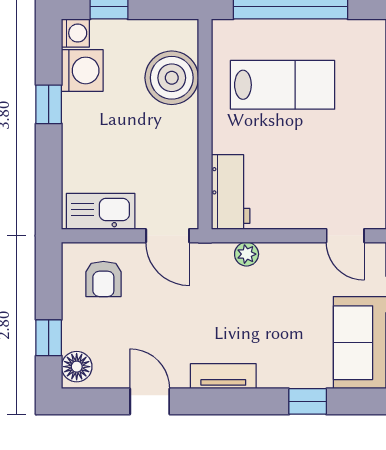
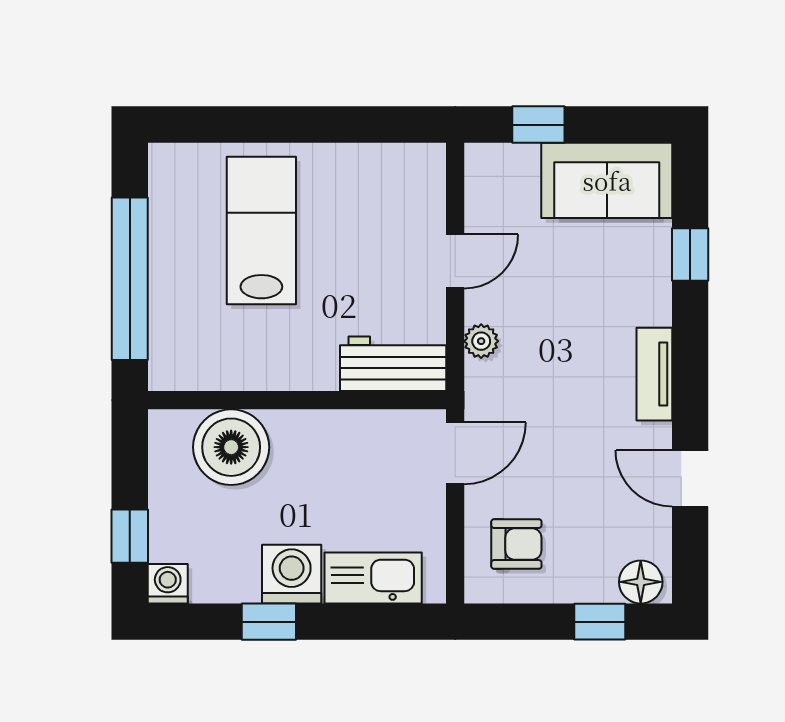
washing machine: (82, 70) -> (292, 574), moved
lab bench: (283, 85) -> (261, 231), moved
kitchen sink: (101, 211) -> (373, 578), moved, turned 90
door: (345, 236) -> (455, 261), moved
door: (150, 401) -> (690, 478), hinge flipped

